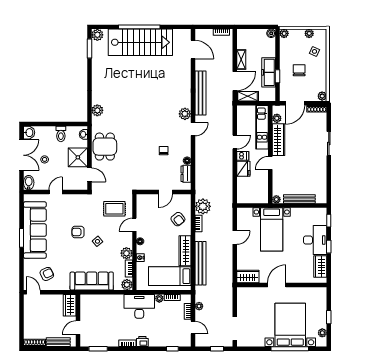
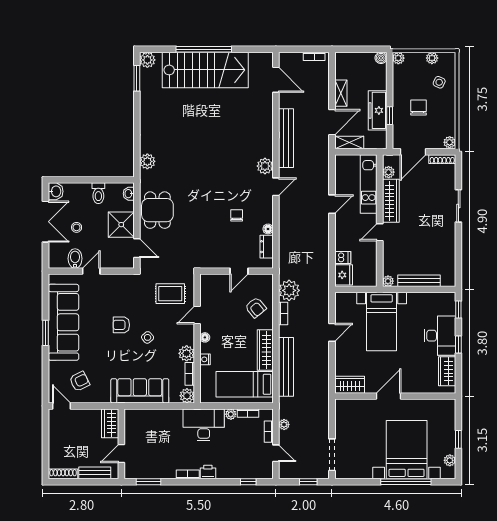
dishwasher: (243, 156) -> (343, 257), moved
fridge: (243, 169) -> (344, 275), moved
bidet: (29, 183) -> (75, 259), moved

